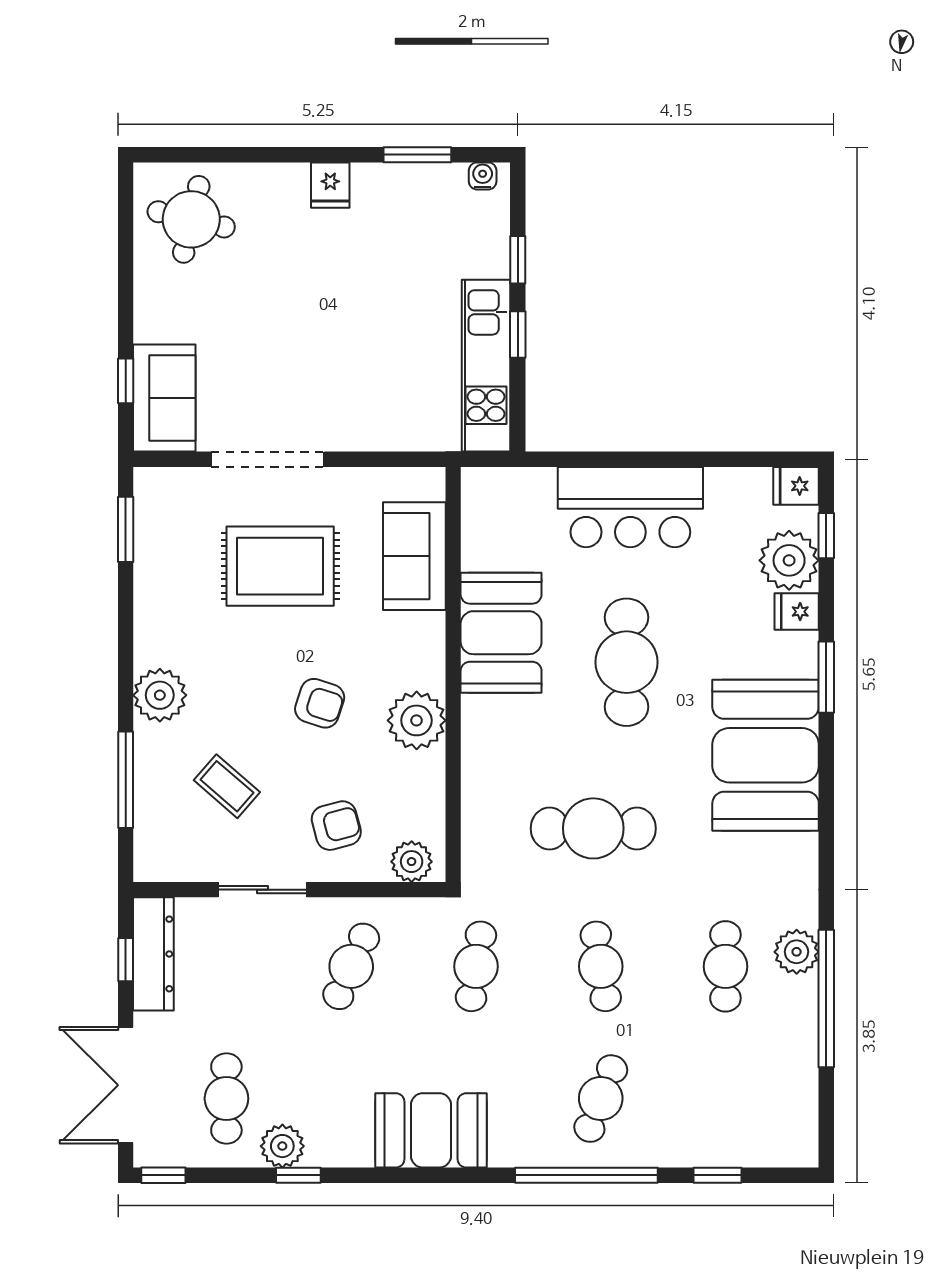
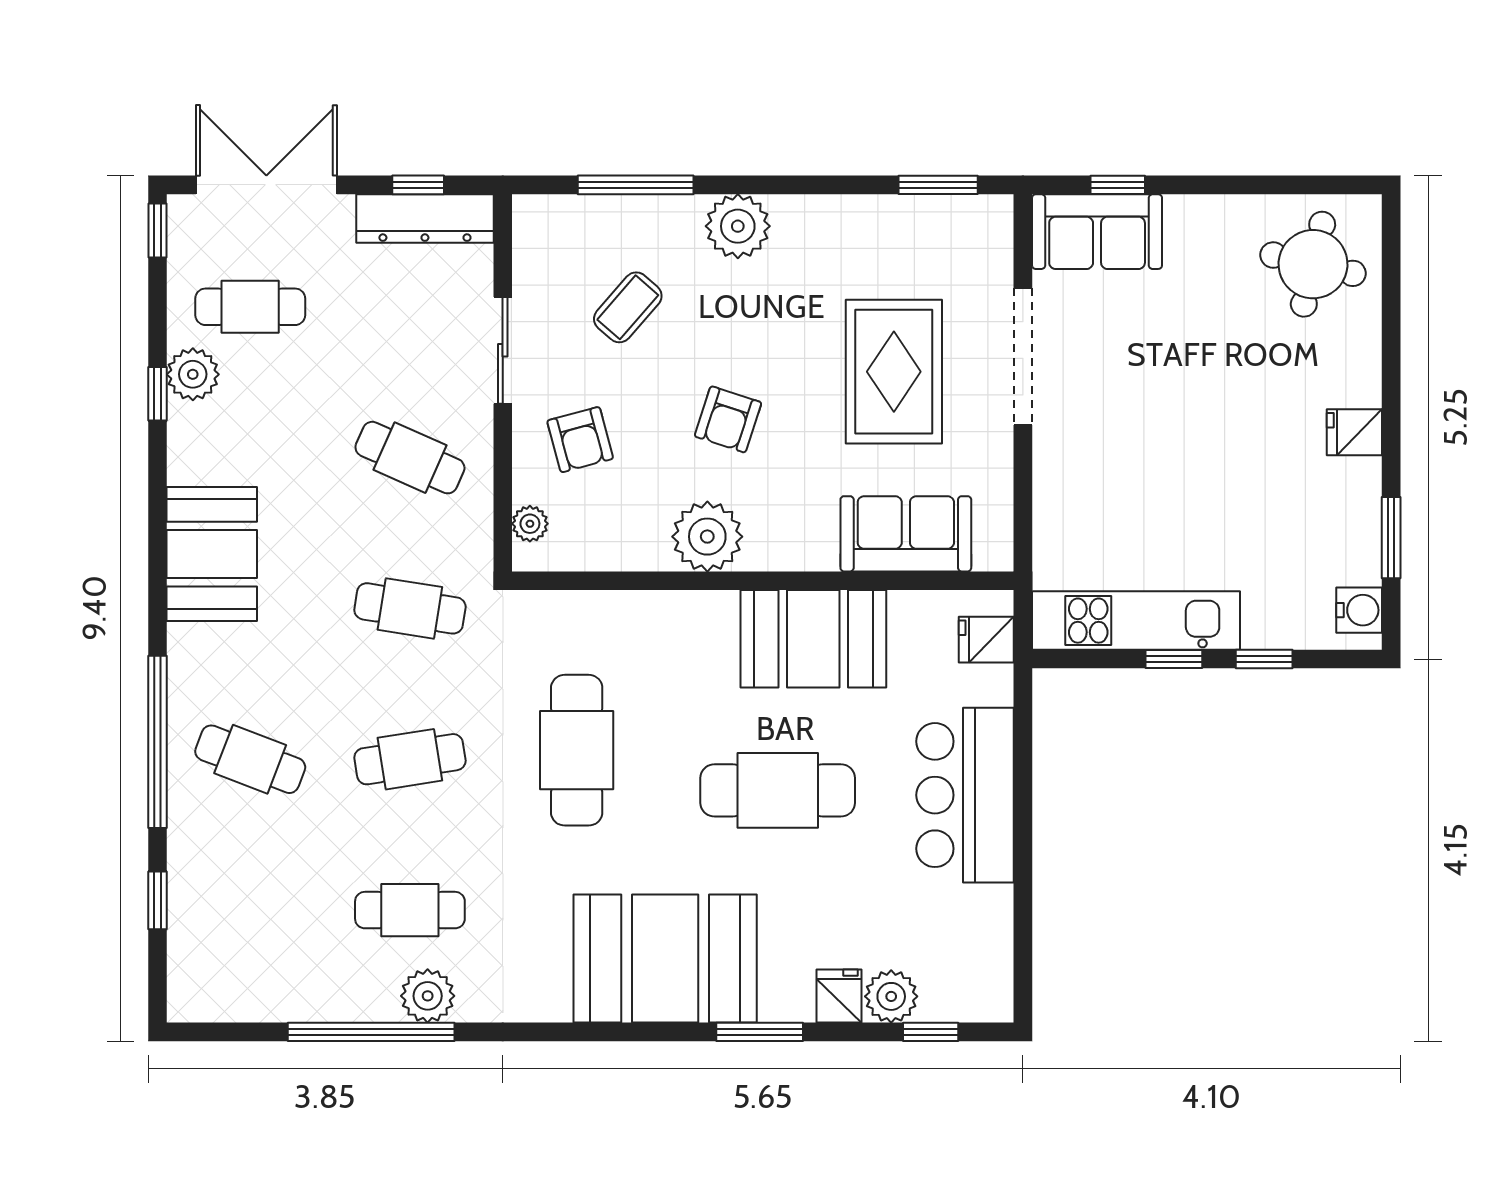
water cooler: (483, 176) -> (1359, 610), width x1.38, depth x1.38
fridge: (796, 486) -> (986, 640), moved, turned -90
plant: (789, 560) -> (891, 996), width x0.73, depth x0.73
plant: (412, 862) -> (530, 524), width x0.73, depth x0.73

